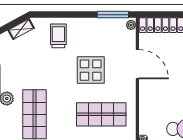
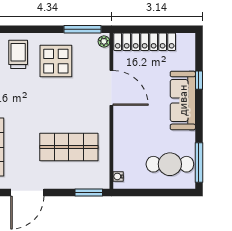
display table: (91, 70) -> (56, 61), moved

